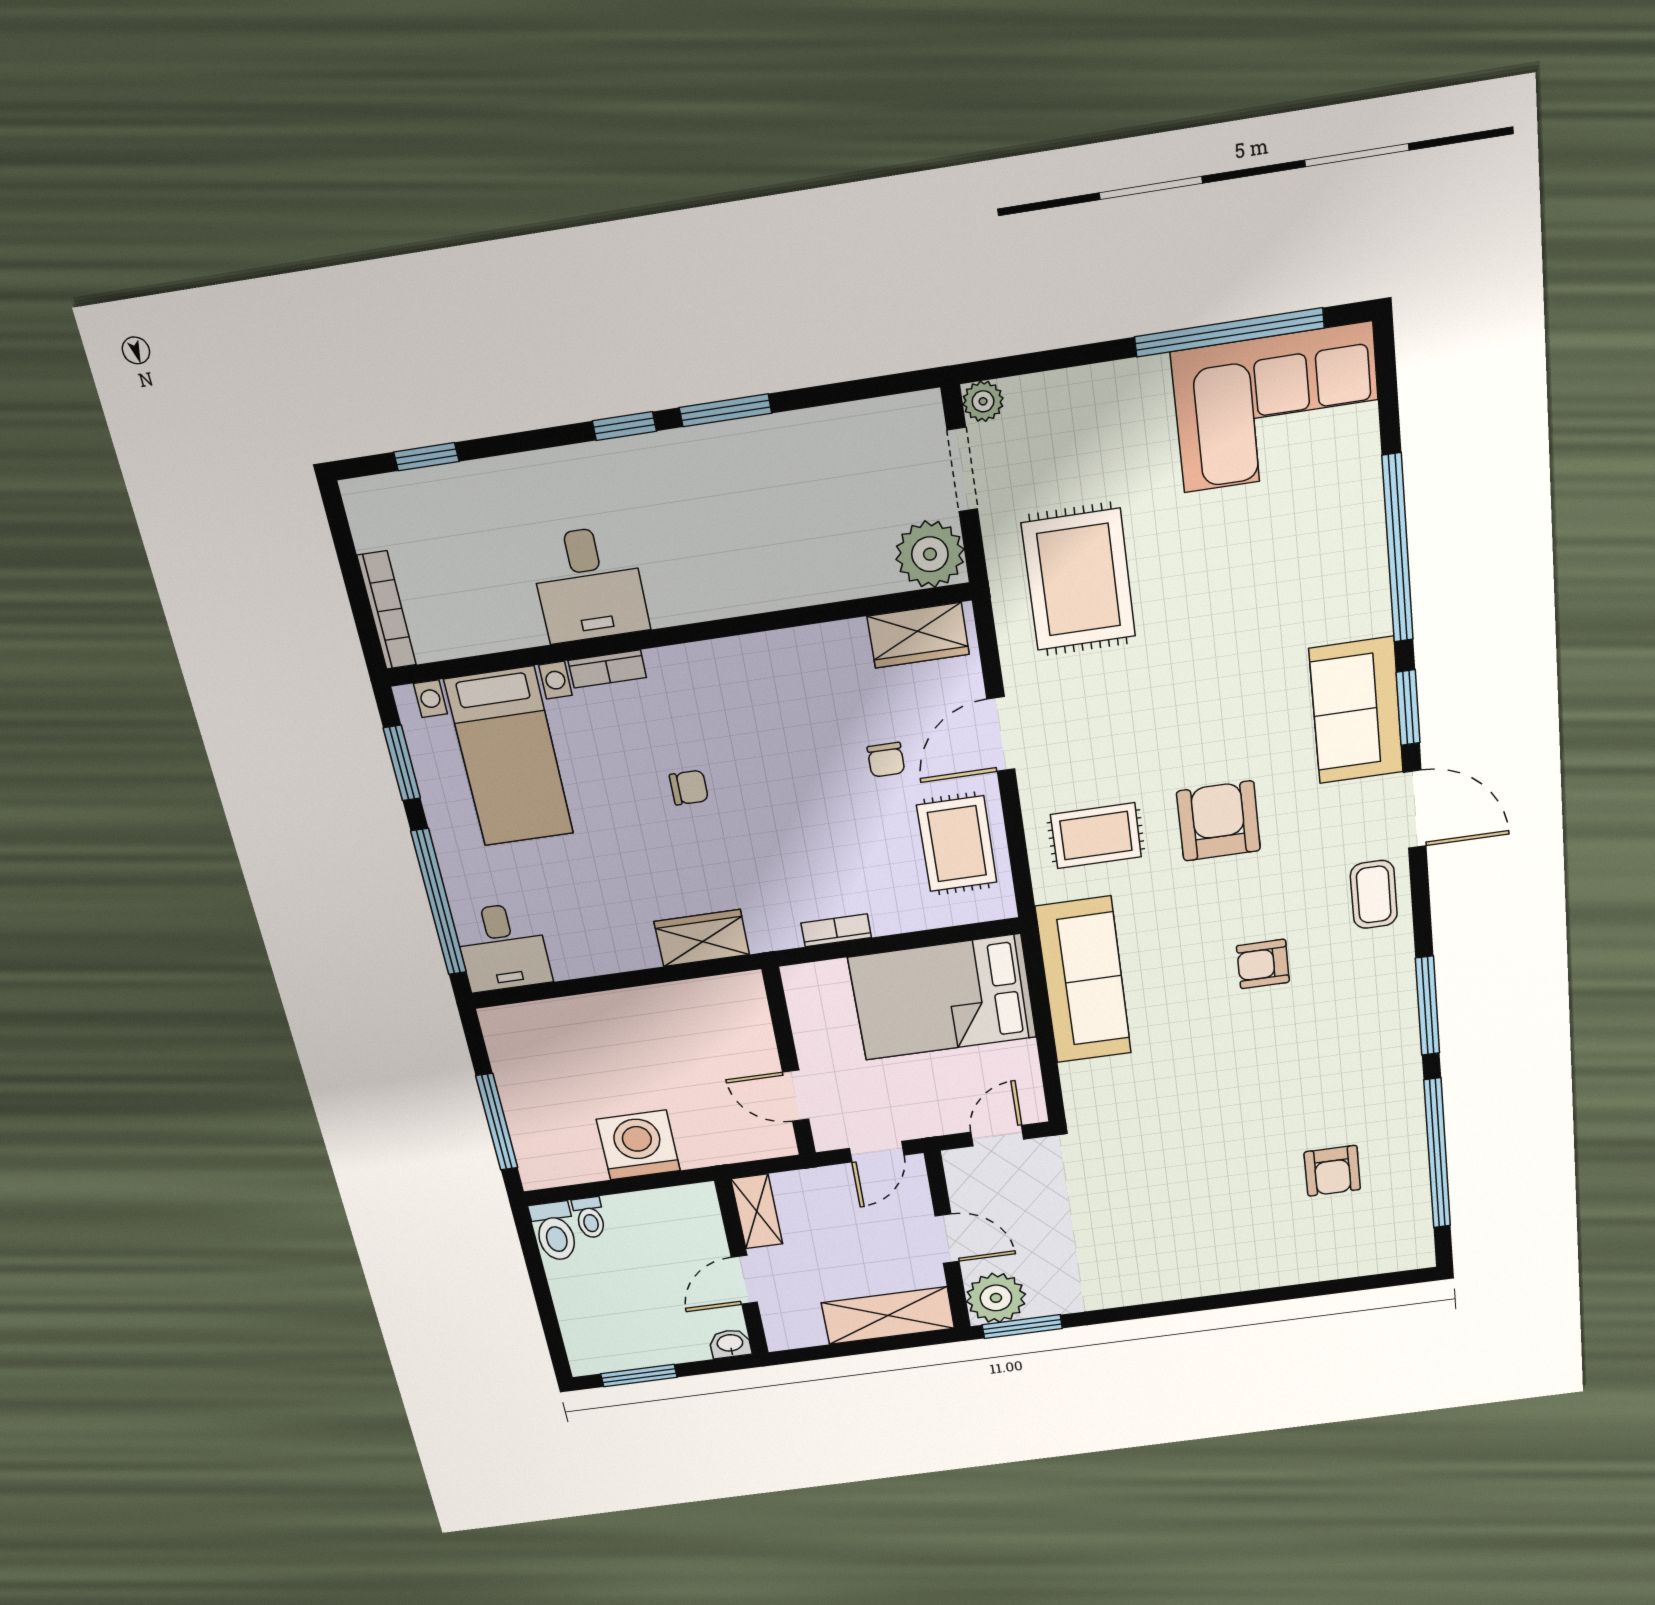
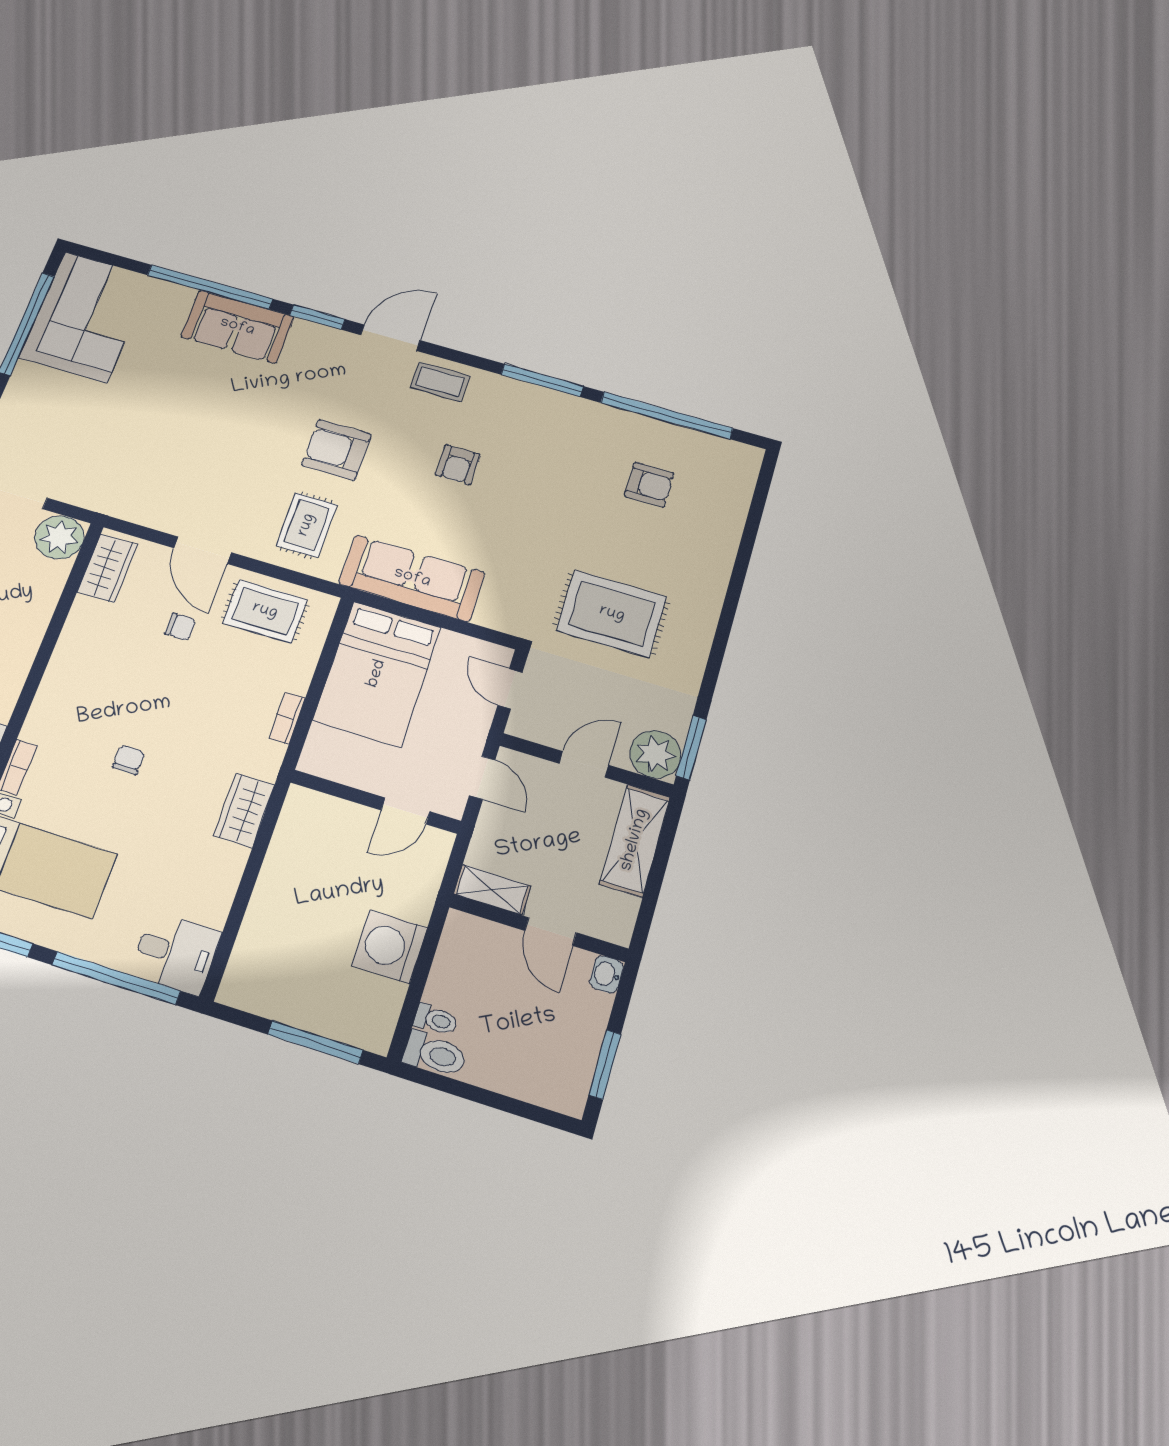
rug: (1079, 580) -> (612, 614), moved
sofa: (1356, 711) -> (237, 327), moved

